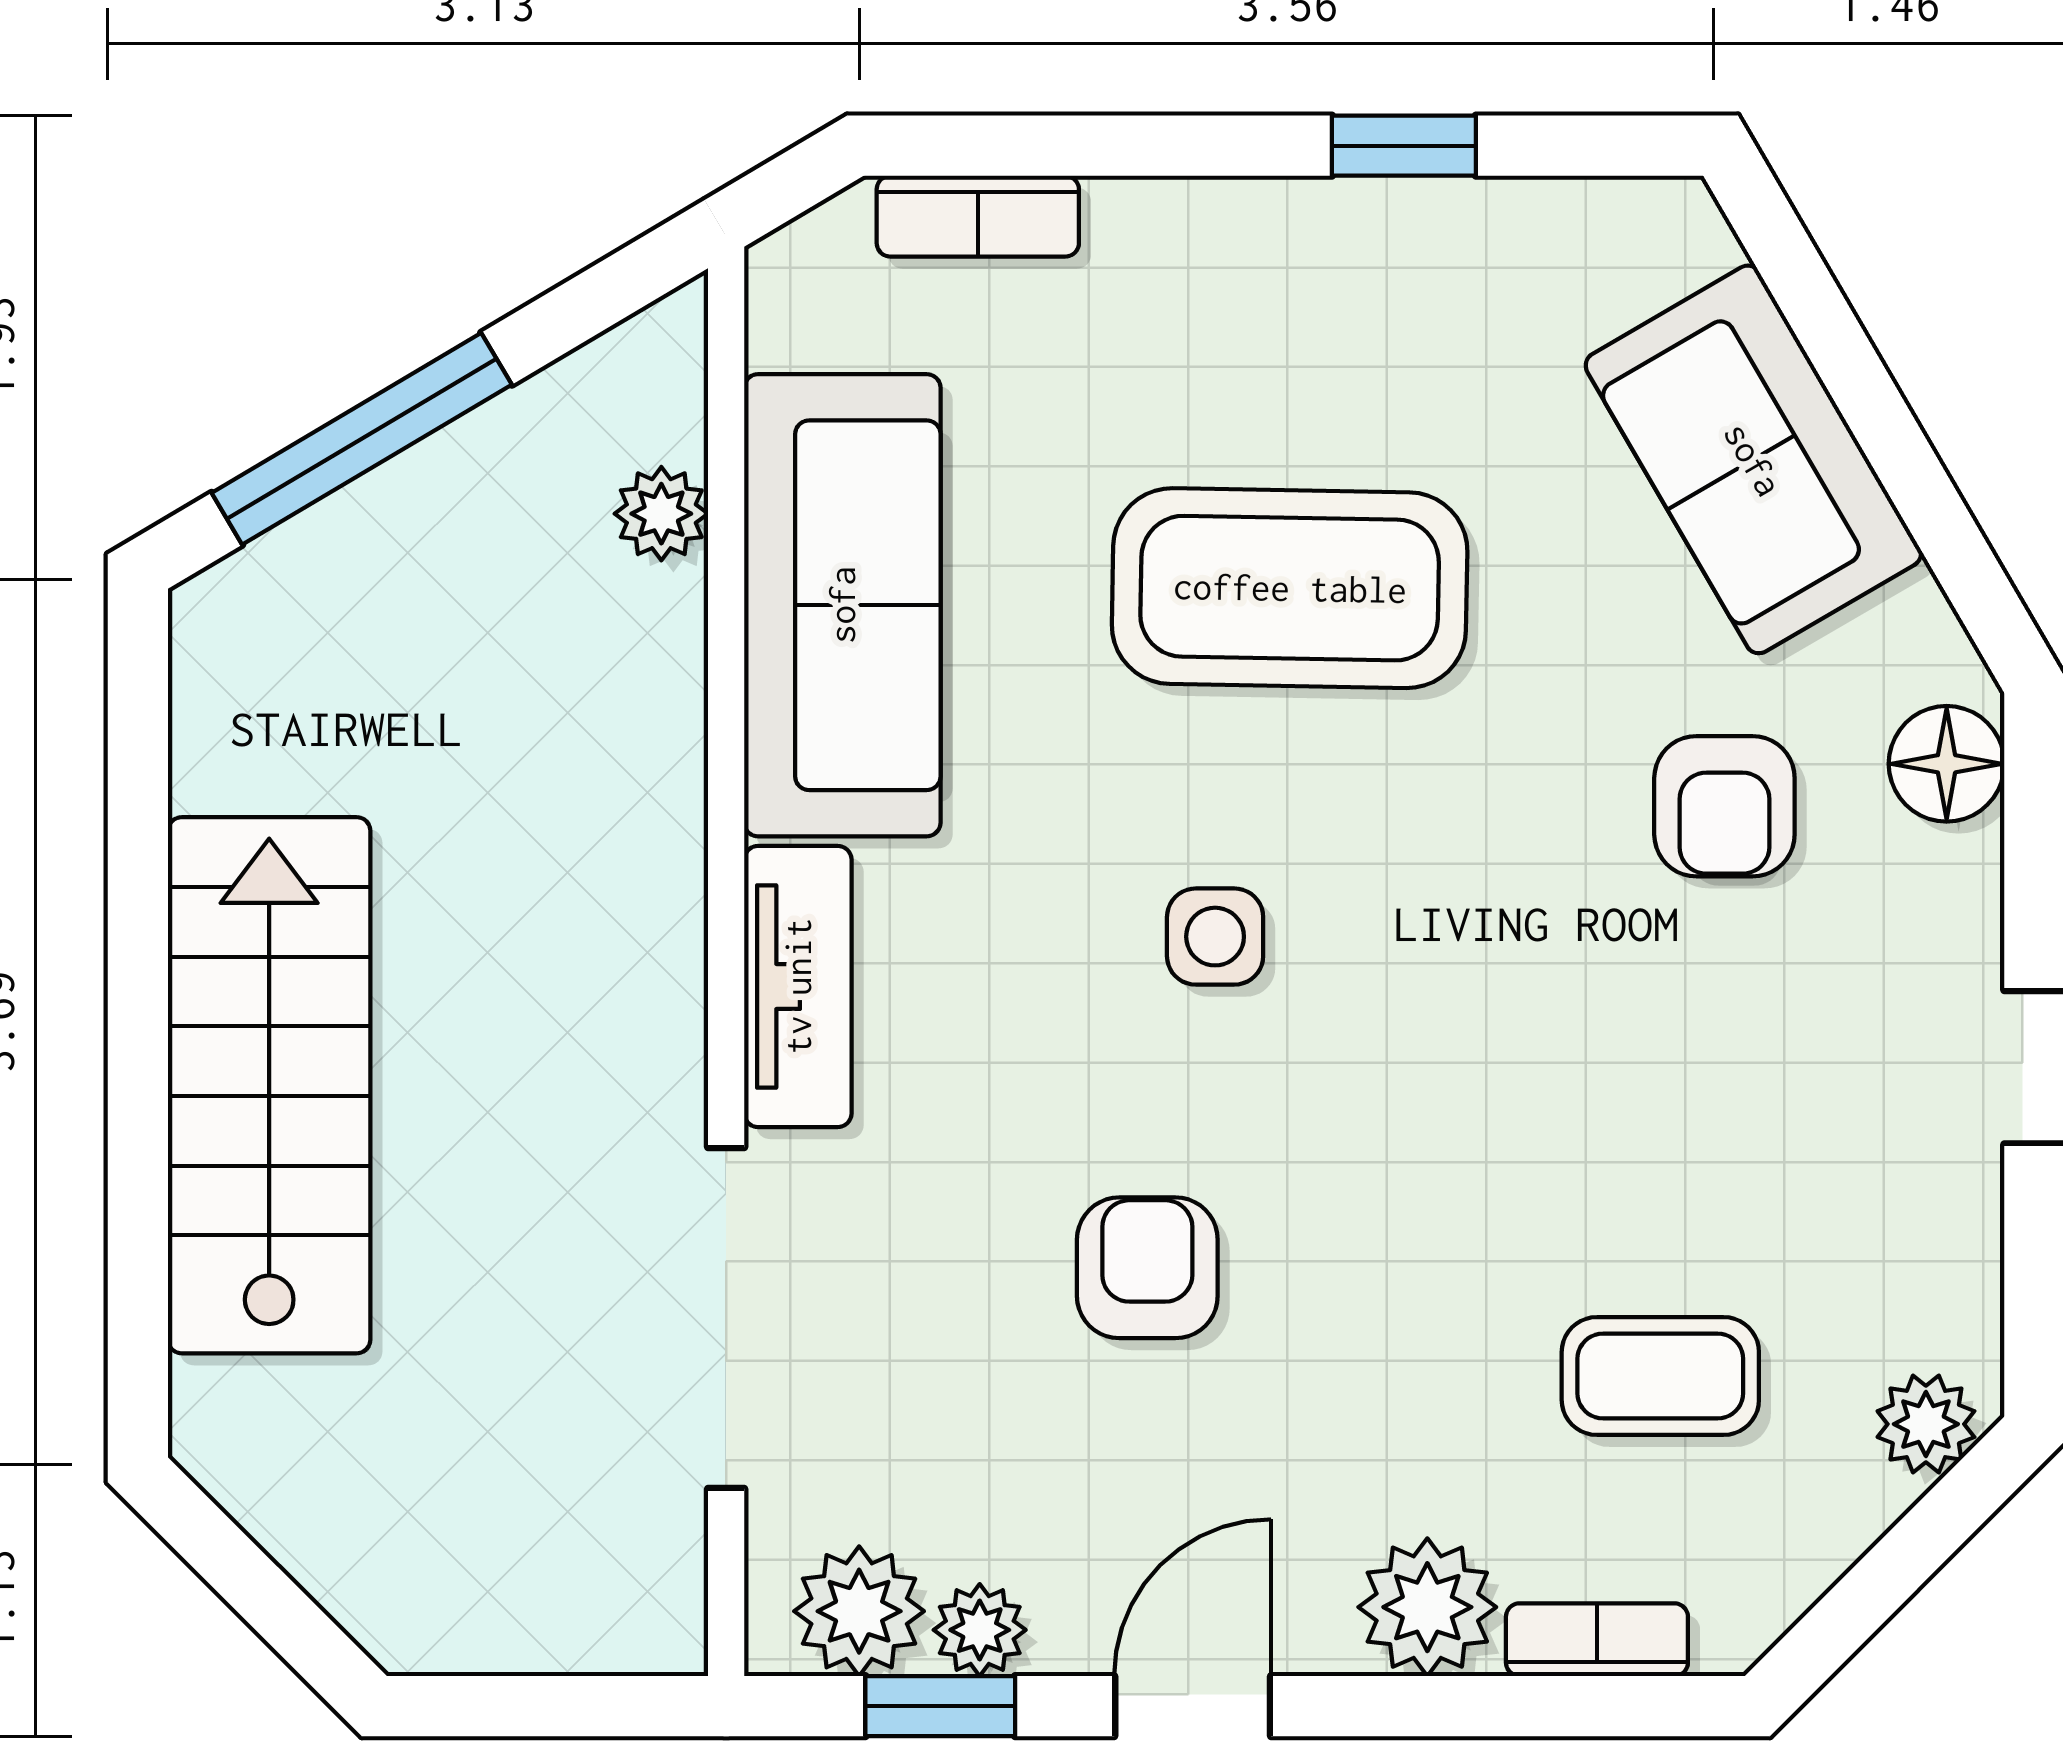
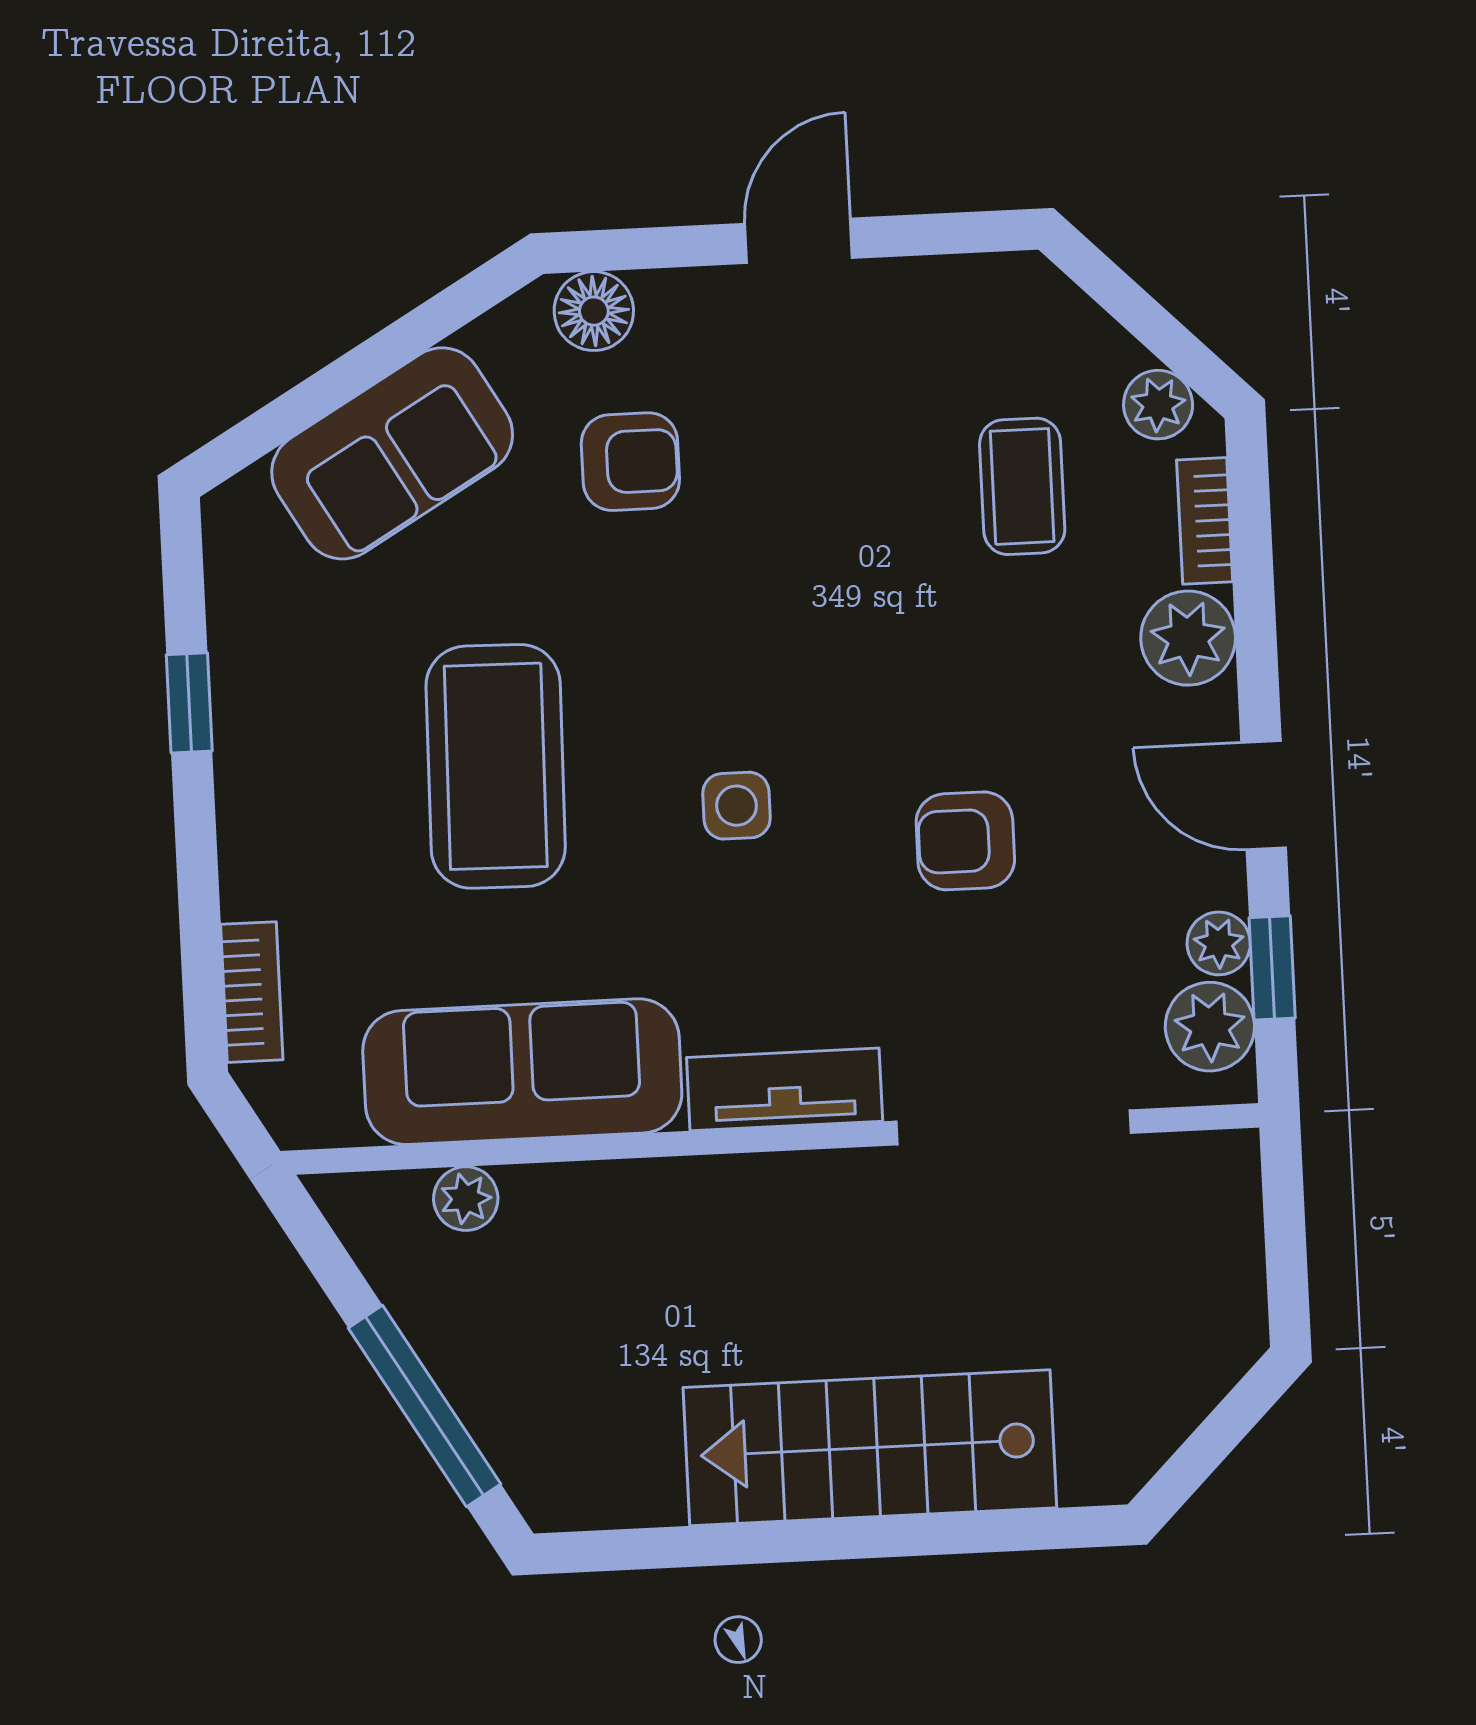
plant: (1926, 1424) -> (1158, 405), moved

